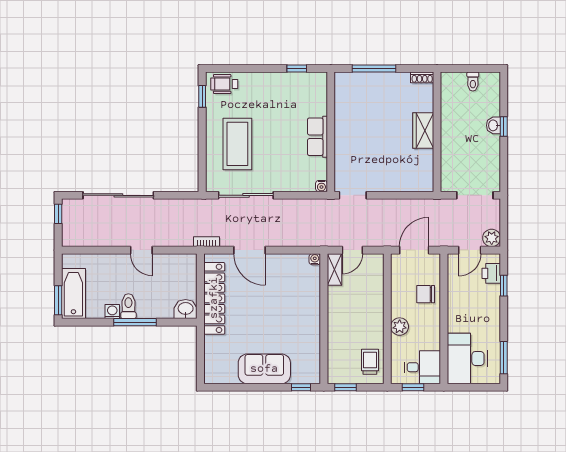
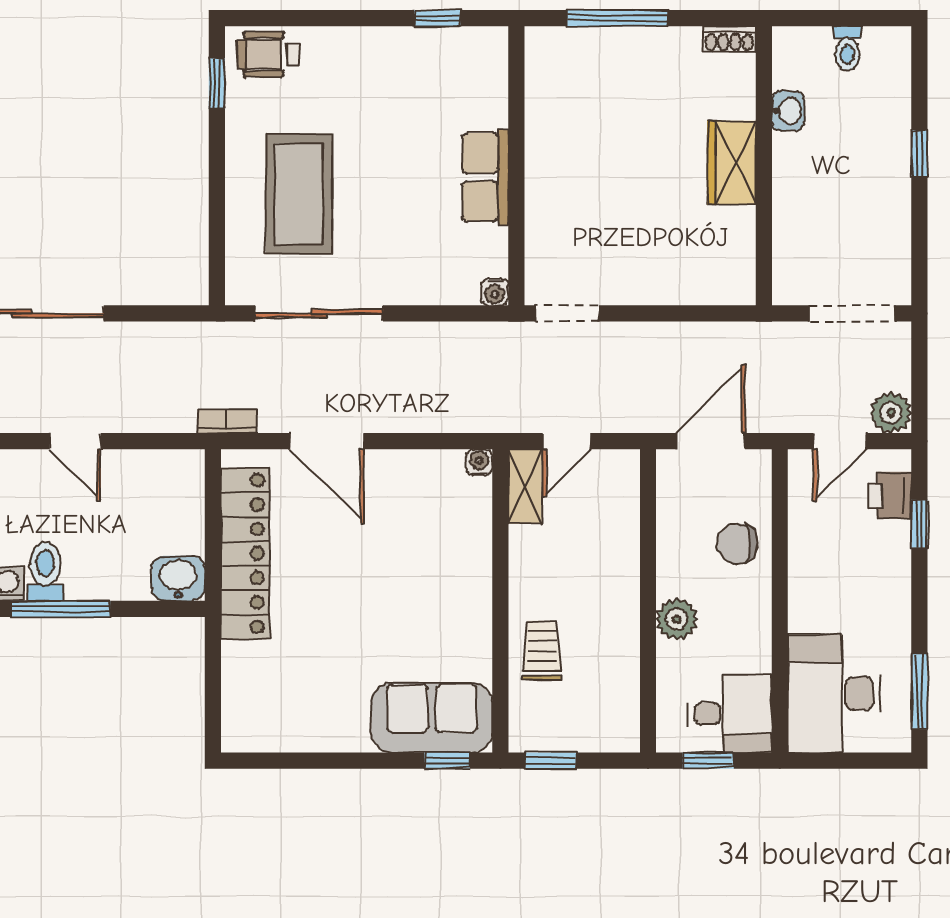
washbasin: (493, 125) -> (788, 111), moved, turned 180
trolley: (370, 362) -> (542, 650), moved
sofa: (264, 369) -> (432, 718), moved

